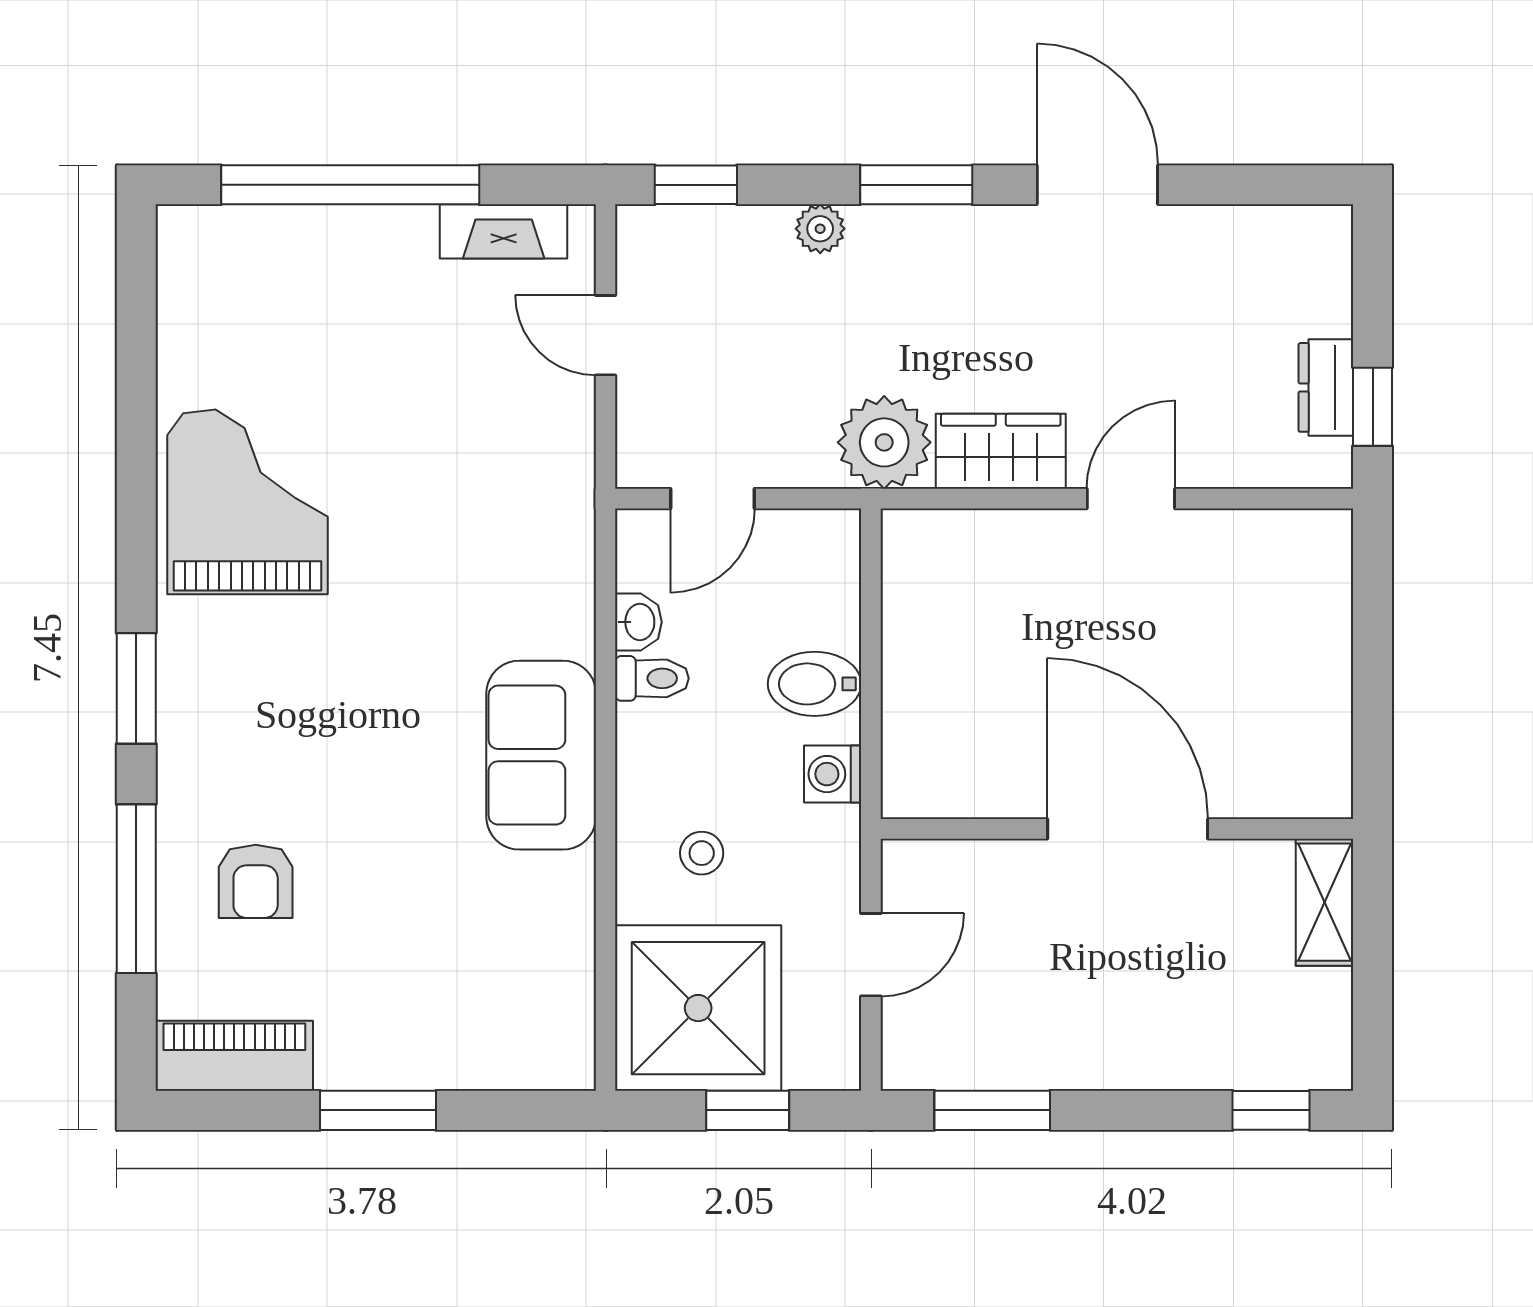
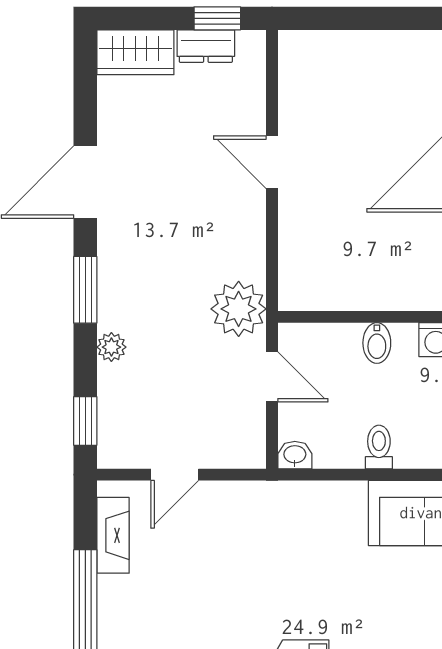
wardrobe: (1001, 451) -> (135, 52), moved, turned -90
door: (712, 499) -> (272, 377), moved
washbasin: (638, 622) -> (295, 455), moved
bidet: (815, 684) -> (377, 343), width x0.72, depth x0.74

